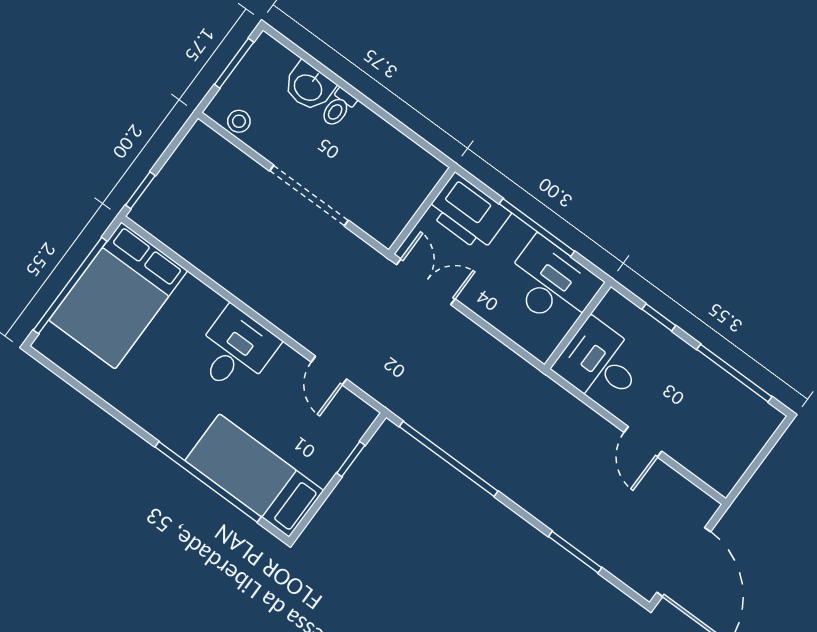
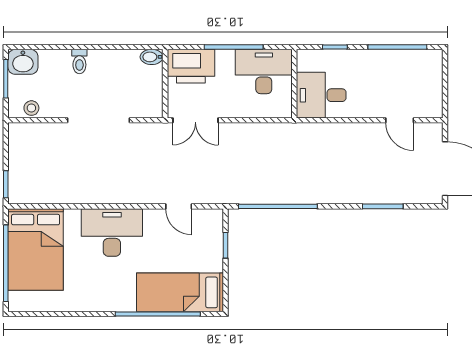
washbasin: (309, 87) -> (23, 62), moved
bidet: (429, 166) -> (152, 57), added
double door: (426, 282) -> (195, 120), swing flipped
desk: (235, 350) -> (112, 232), width x1.37
door: (643, 442) -> (400, 120), moved

